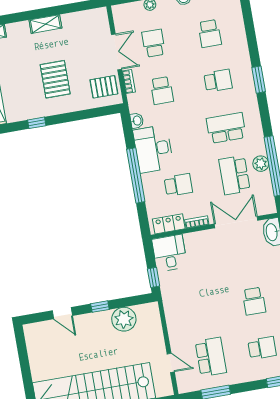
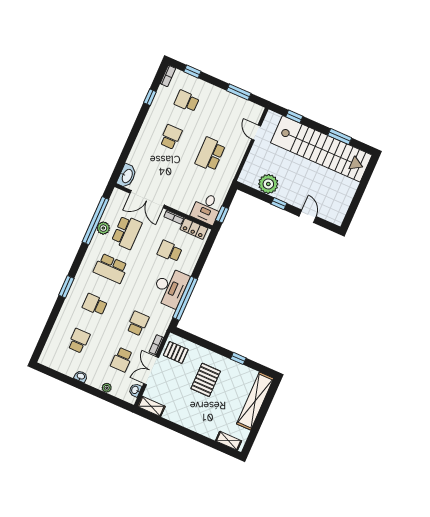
shelving: (45, 24) -> (151, 406), moved
washbasin: (137, 121) -> (135, 390), moved
window: (136, 175) -> (185, 298), moved
window: (154, 277) -> (222, 214), moved
school desk: (211, 357) -> (210, 154), moved

